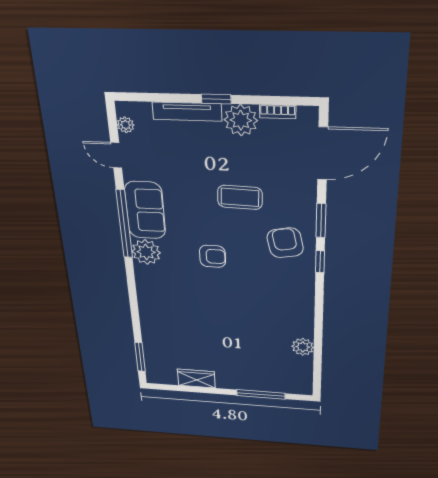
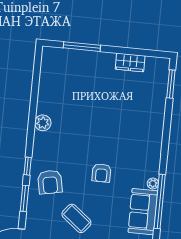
coffee table: (240, 197) -> (76, 218), turned 37
plant: (146, 252) -> (153, 183), width x0.53, depth x0.53
armchair: (213, 256) -> (101, 173), turned -90
plant: (303, 347) -> (43, 123), moved

